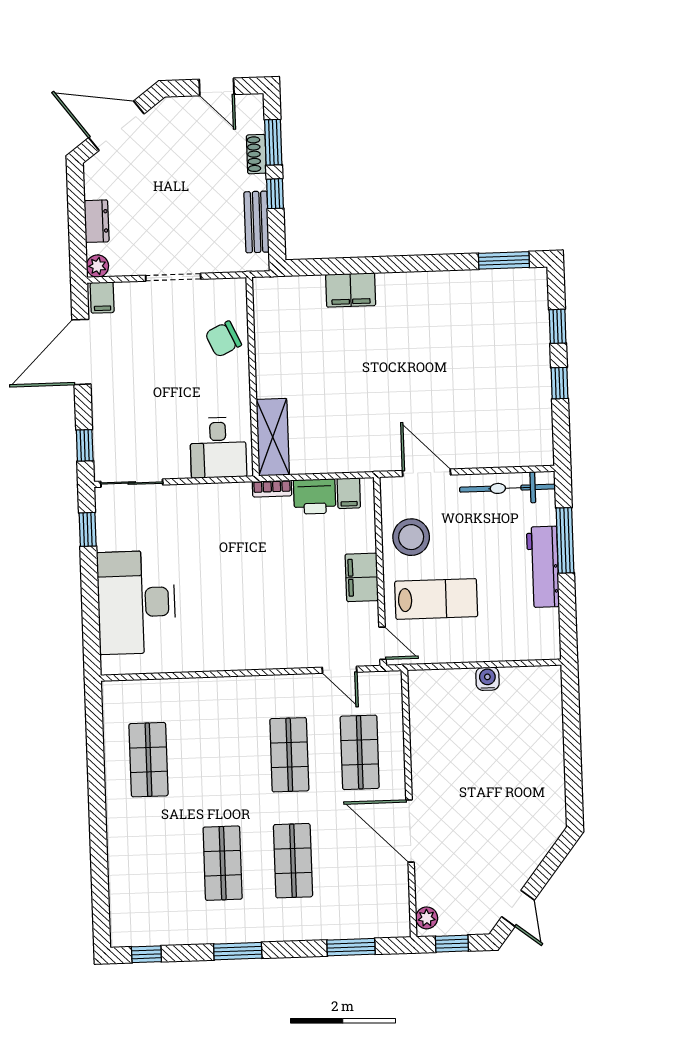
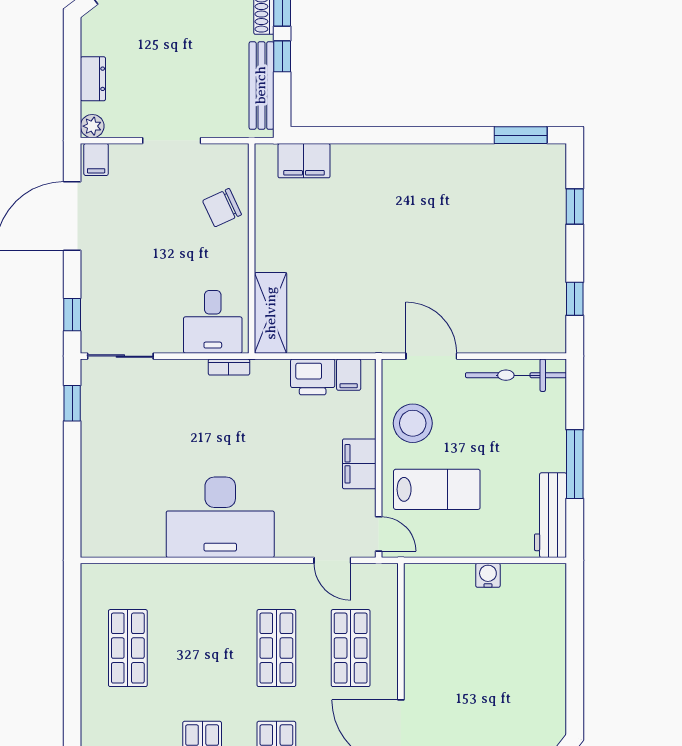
bench: (257, 222) -> (261, 85), width x1.36
filing cabinet: (351, 290) -> (304, 161), moved
window: (560, 383) -> (575, 299), moved
bookcase: (272, 489) -> (229, 367), moved
window: (565, 540) -> (575, 464), moved
workbench: (543, 567) -> (551, 515), moved
desk: (136, 602) -> (220, 517), moved, turned -90

